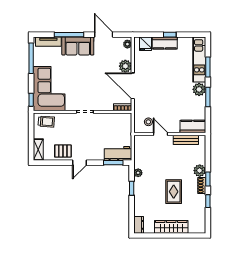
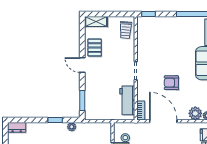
plant: (125, 66) -> (195, 113), moved
armchair: (96, 78) -> (171, 83), added
door: (133, 86) -> (163, 121), hinge flipped
corner sofa: (49, 89) -> (160, 33), removed
workbench: (118, 153) -> (127, 100), moved, turned 180

